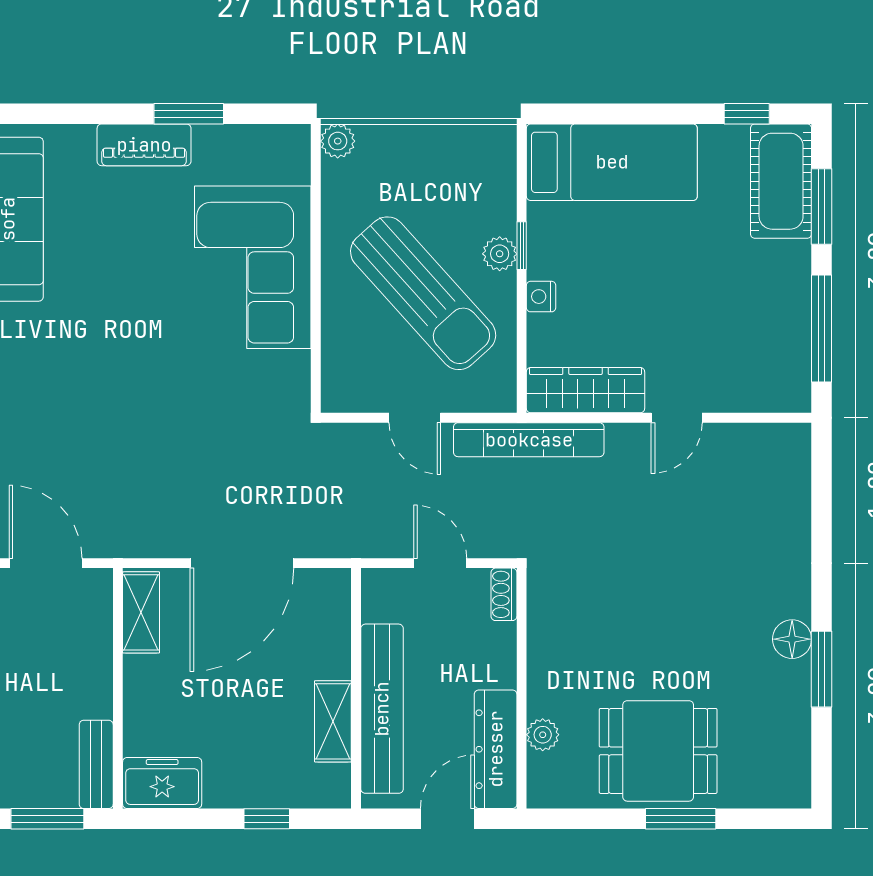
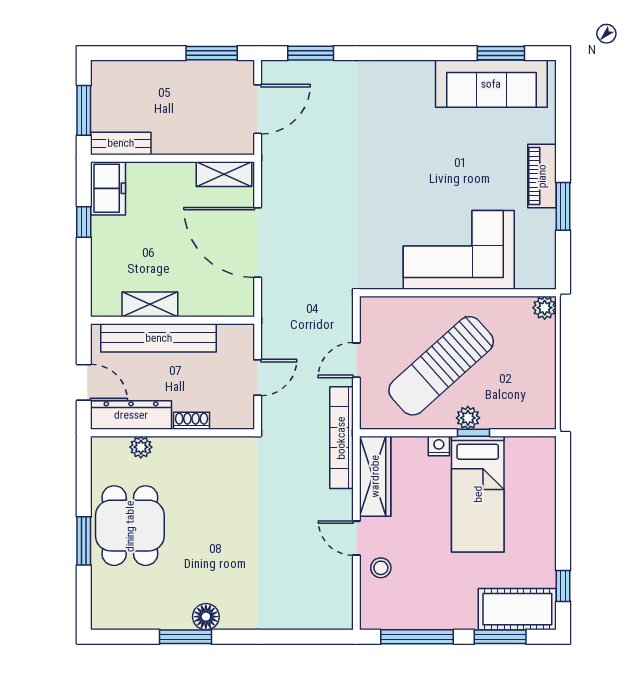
bed: (612, 162) -> (478, 494), moved
stool: (720, 382) -> (381, 568), added
shoe rack: (504, 594) -> (192, 421), moved
window: (267, 819) -> (84, 222), moved

